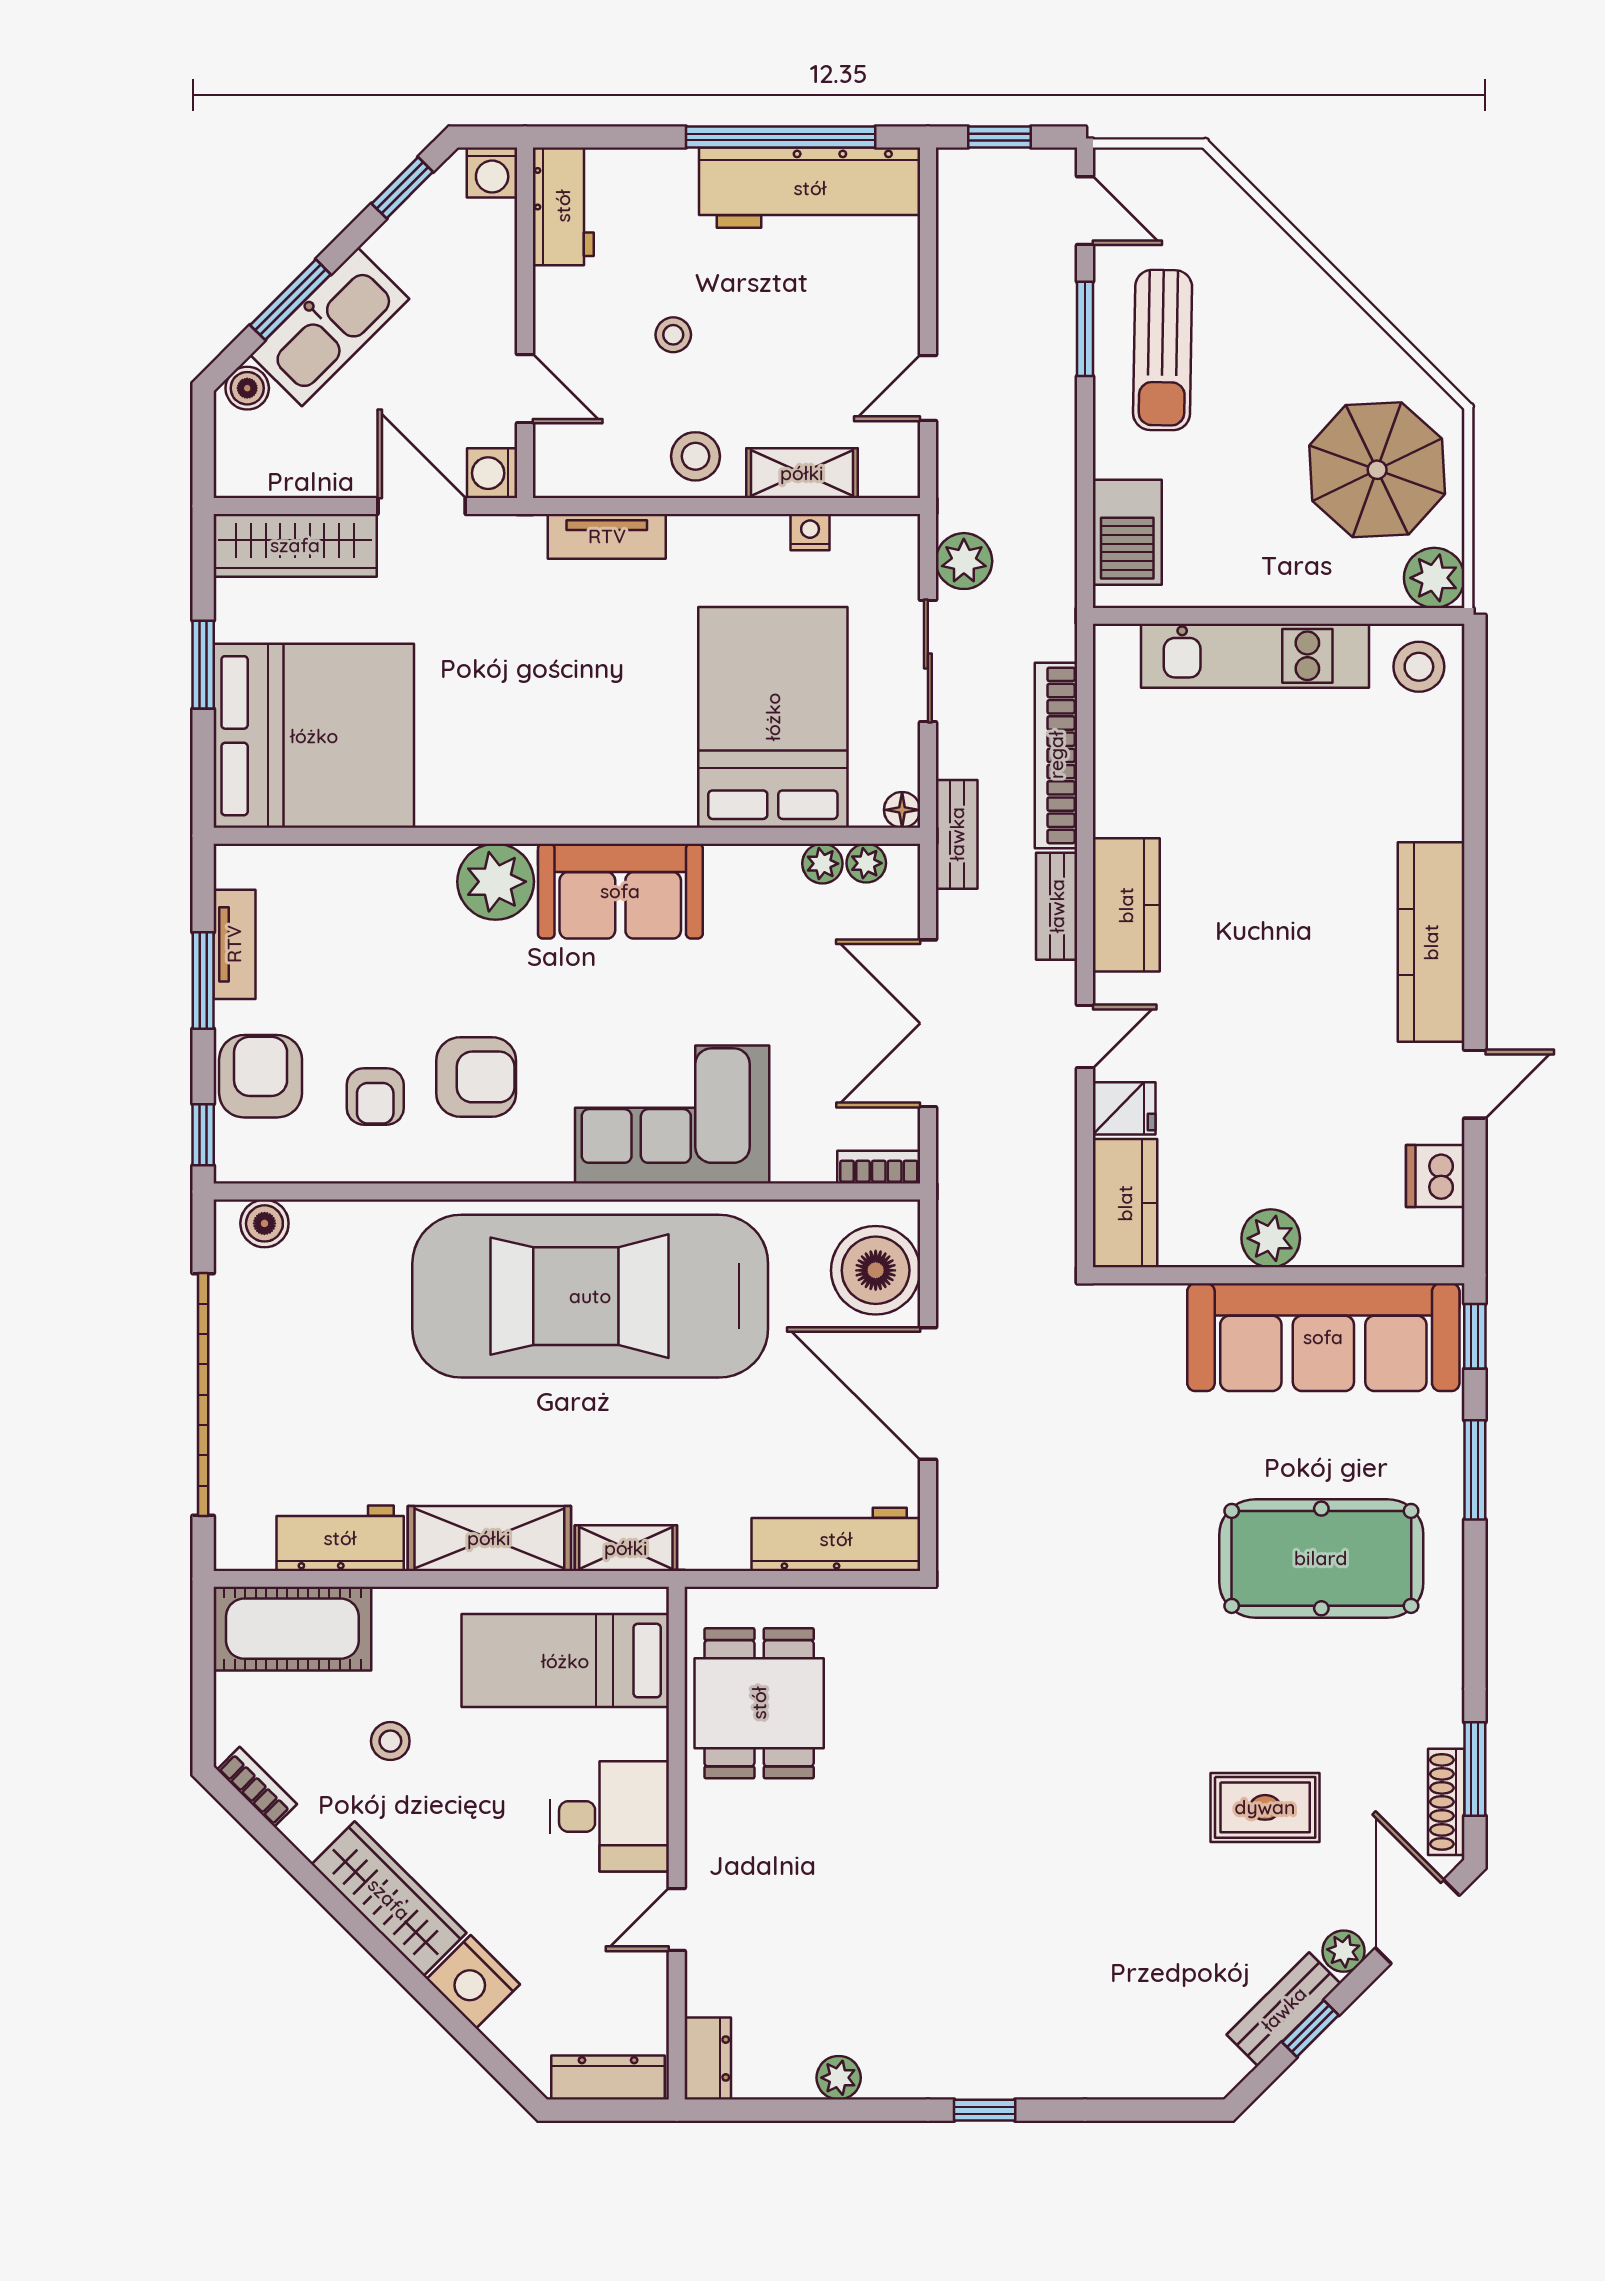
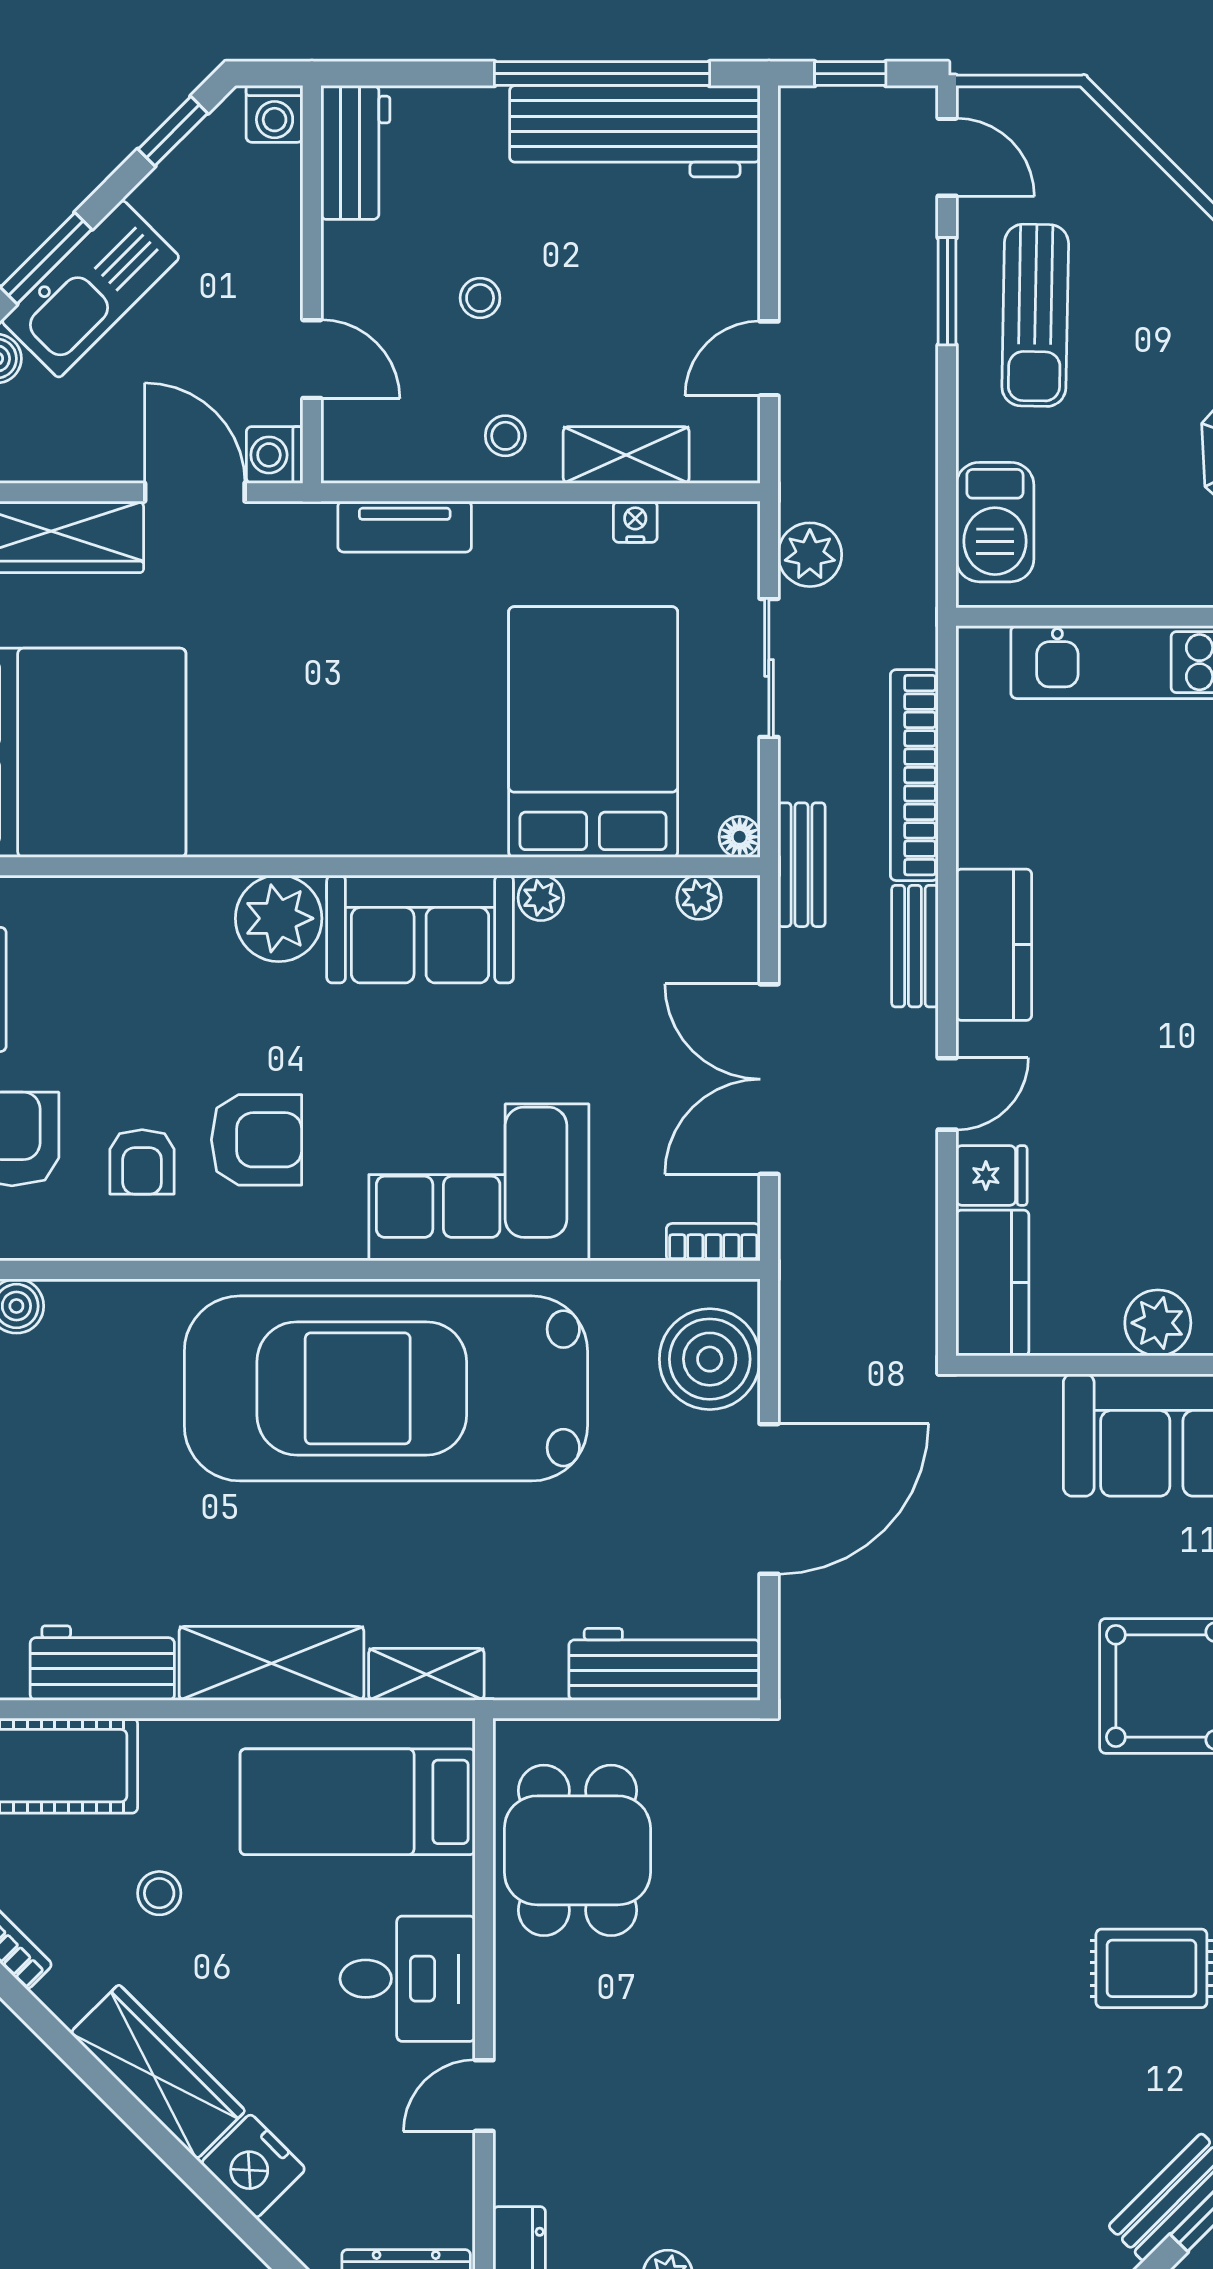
stool: (695, 456) -> (505, 436), width x0.73, depth x0.73
plant: (822, 864) -> (541, 898), moved
door: (928, 1394) -> (769, 1499), swing flipped

